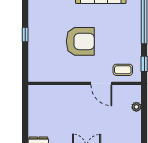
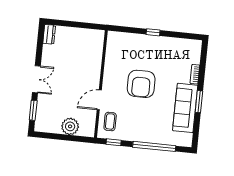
plant: (136, 107) -> (70, 126), width x1.87, depth x1.87

